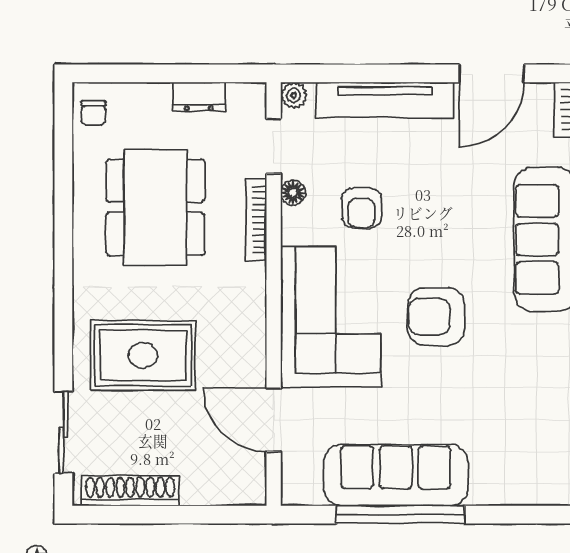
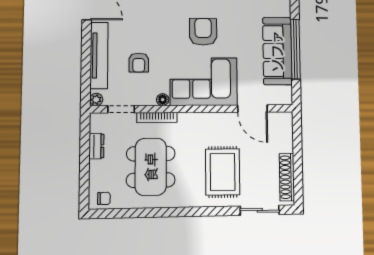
floor lamp: (293, 193) -> (163, 100), moved
dining table: (155, 207) -> (151, 167), turned 90
armchair: (362, 208) -> (139, 63), moved, turned 90
armchair: (436, 316) -> (203, 32), turned 180
door: (274, 420) -> (252, 109), hinge flipped

